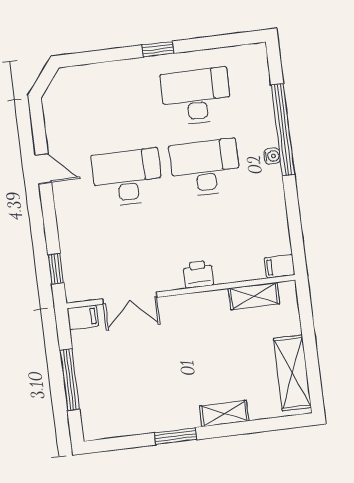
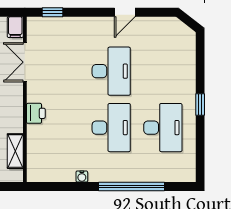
water cooler: (272, 156) -> (82, 177), moved
filing cabinet: (280, 266) -> (34, 172), removed

